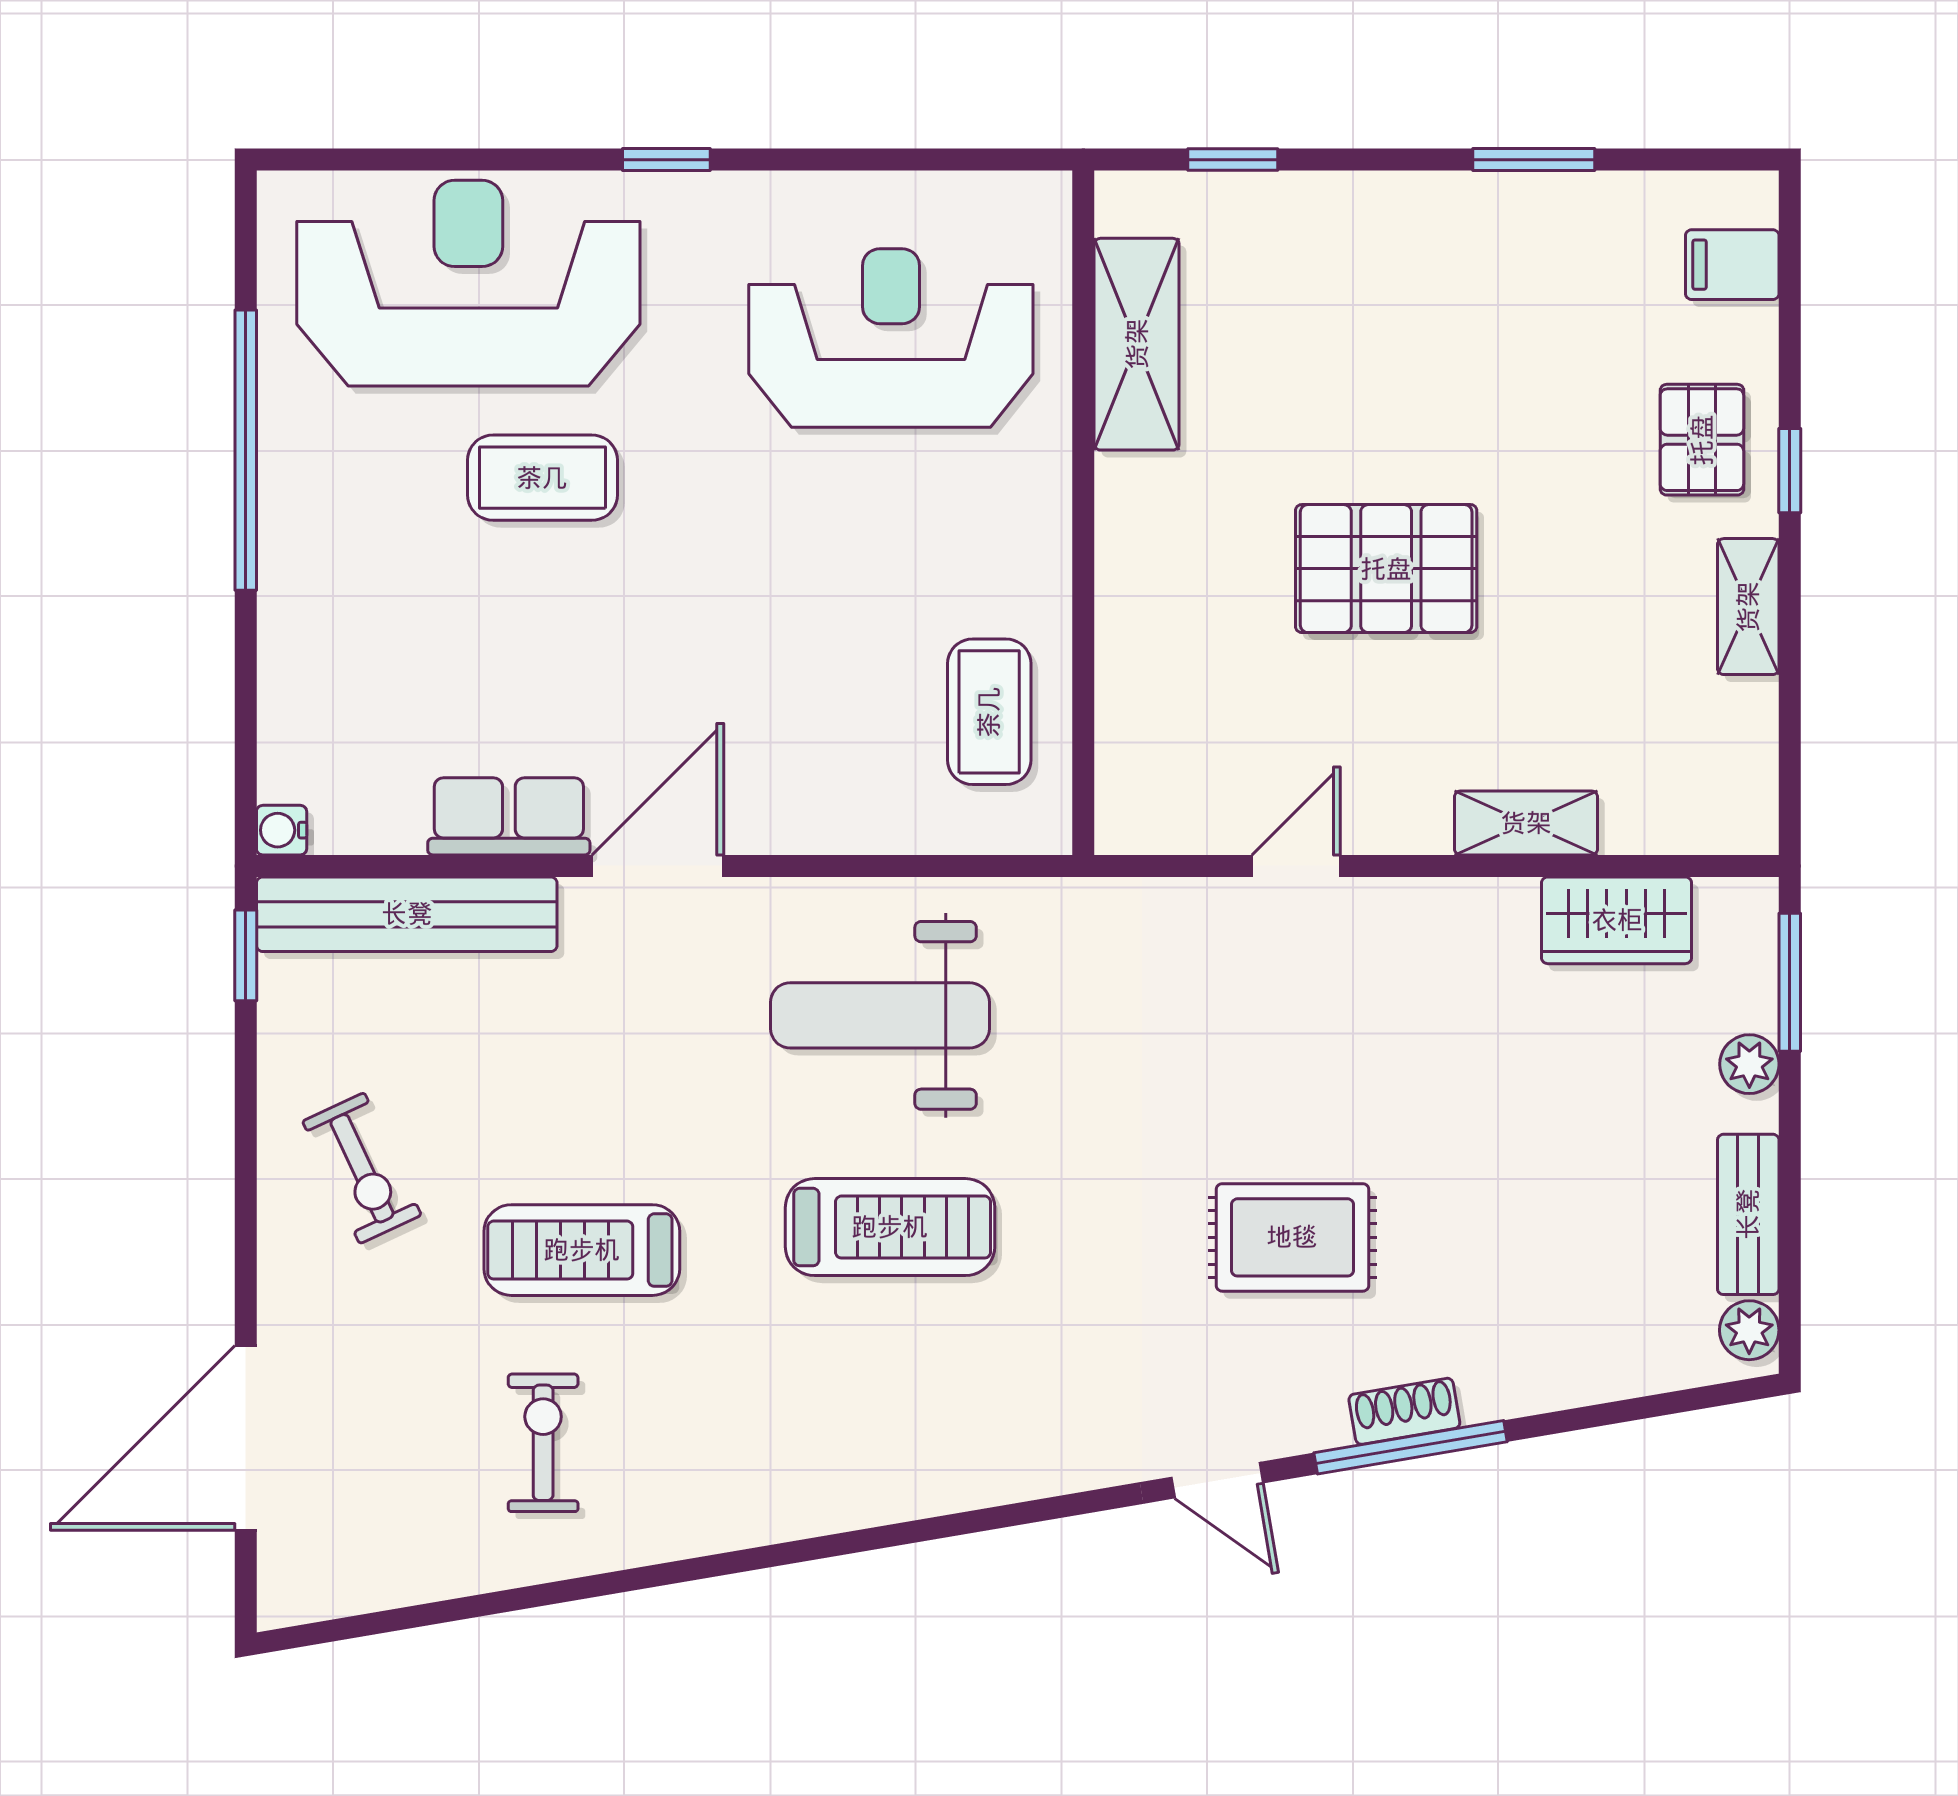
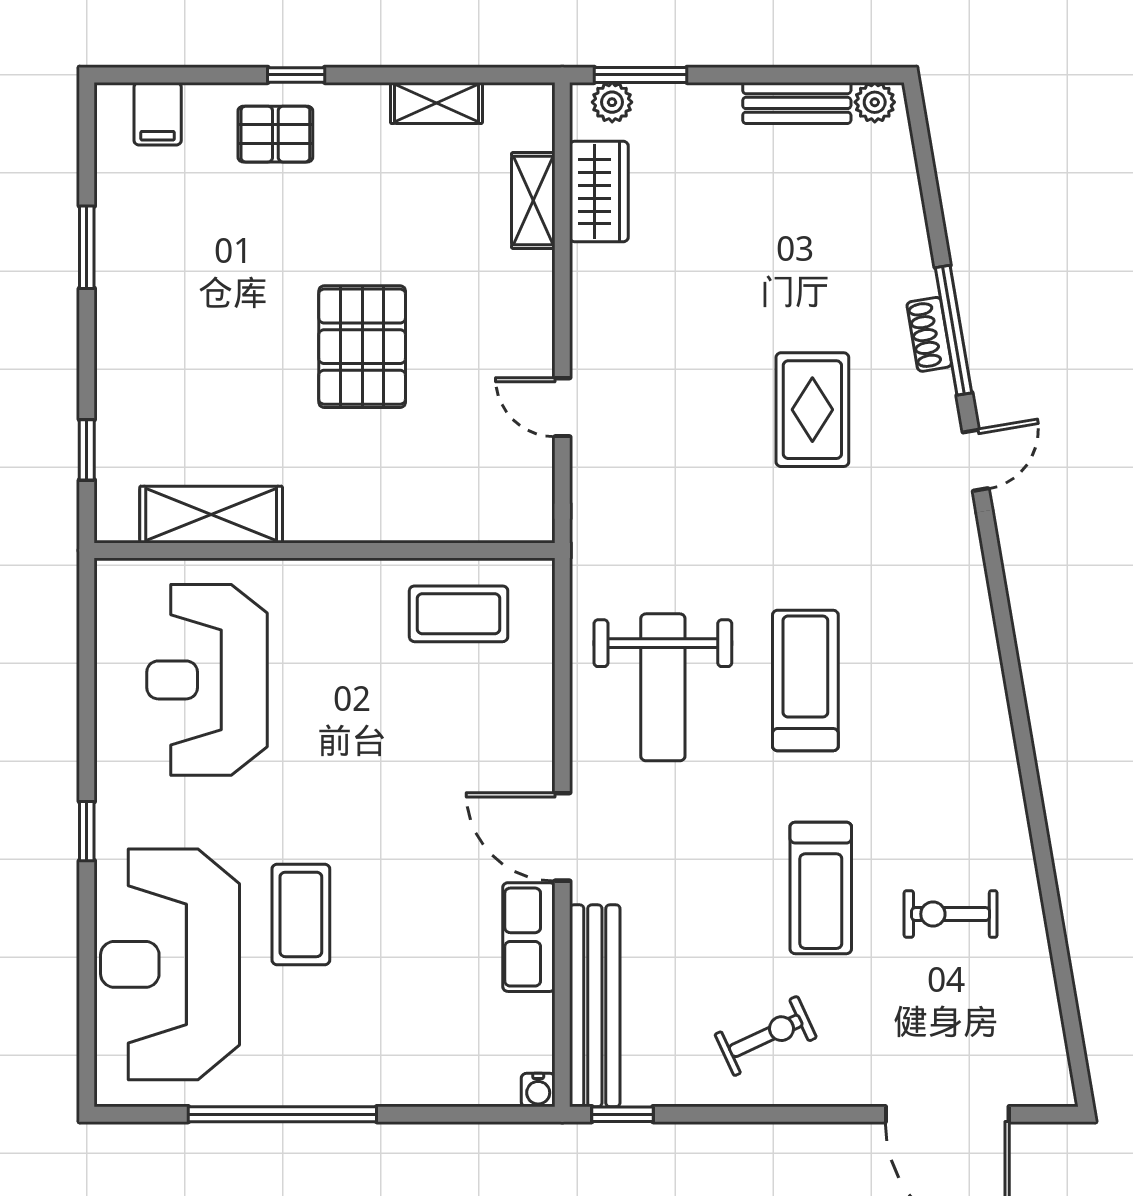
shelving: (1748, 607) -> (436, 103), moved
shelving: (1526, 823) -> (533, 200), moved
plant: (1749, 1064) -> (612, 102), moved

